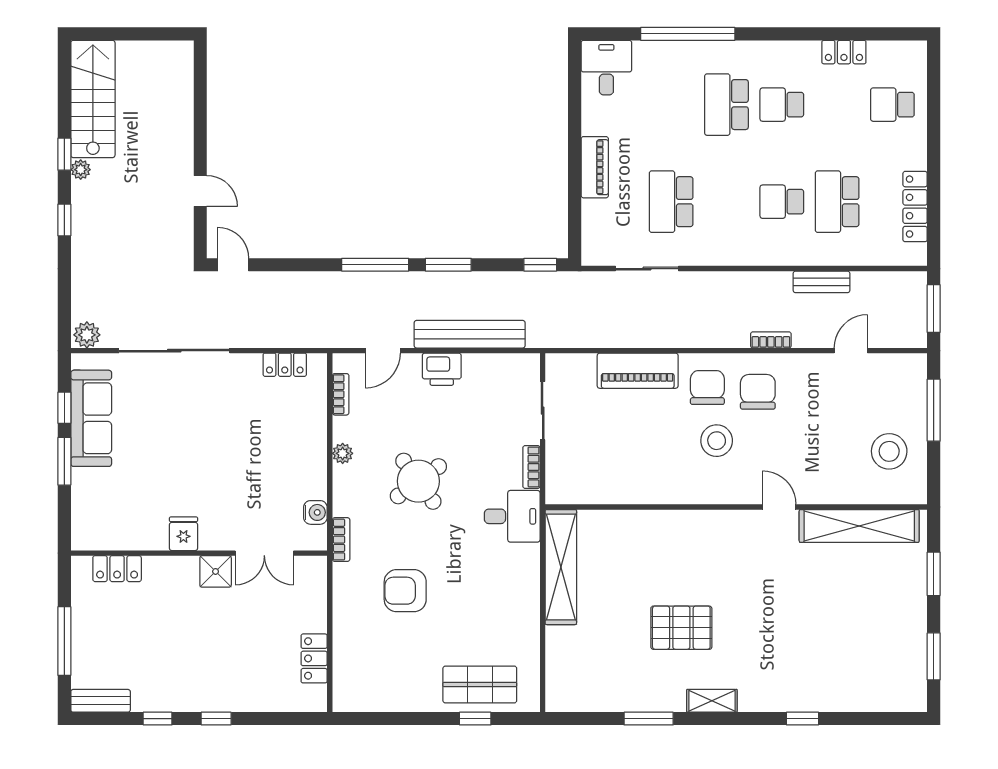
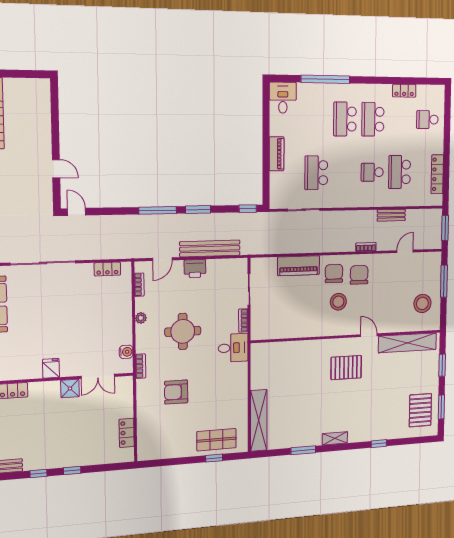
school desk: (782, 105) -> (373, 119), width x1.85
round table: (418, 481) -> (183, 331), turned 36
shelving: (561, 567) -> (259, 420), moved
pallet: (681, 628) -> (346, 368), moved
pallet: (889, 660) -> (420, 410), added

